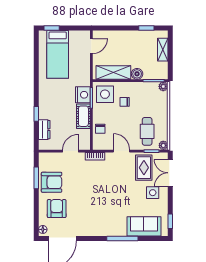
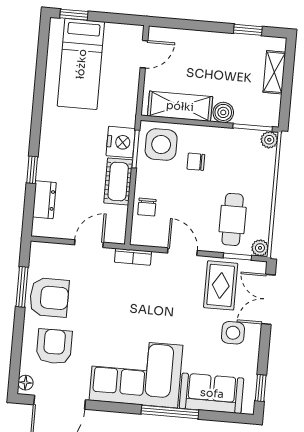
corner sofa: (102, 219) -> (136, 373), added

